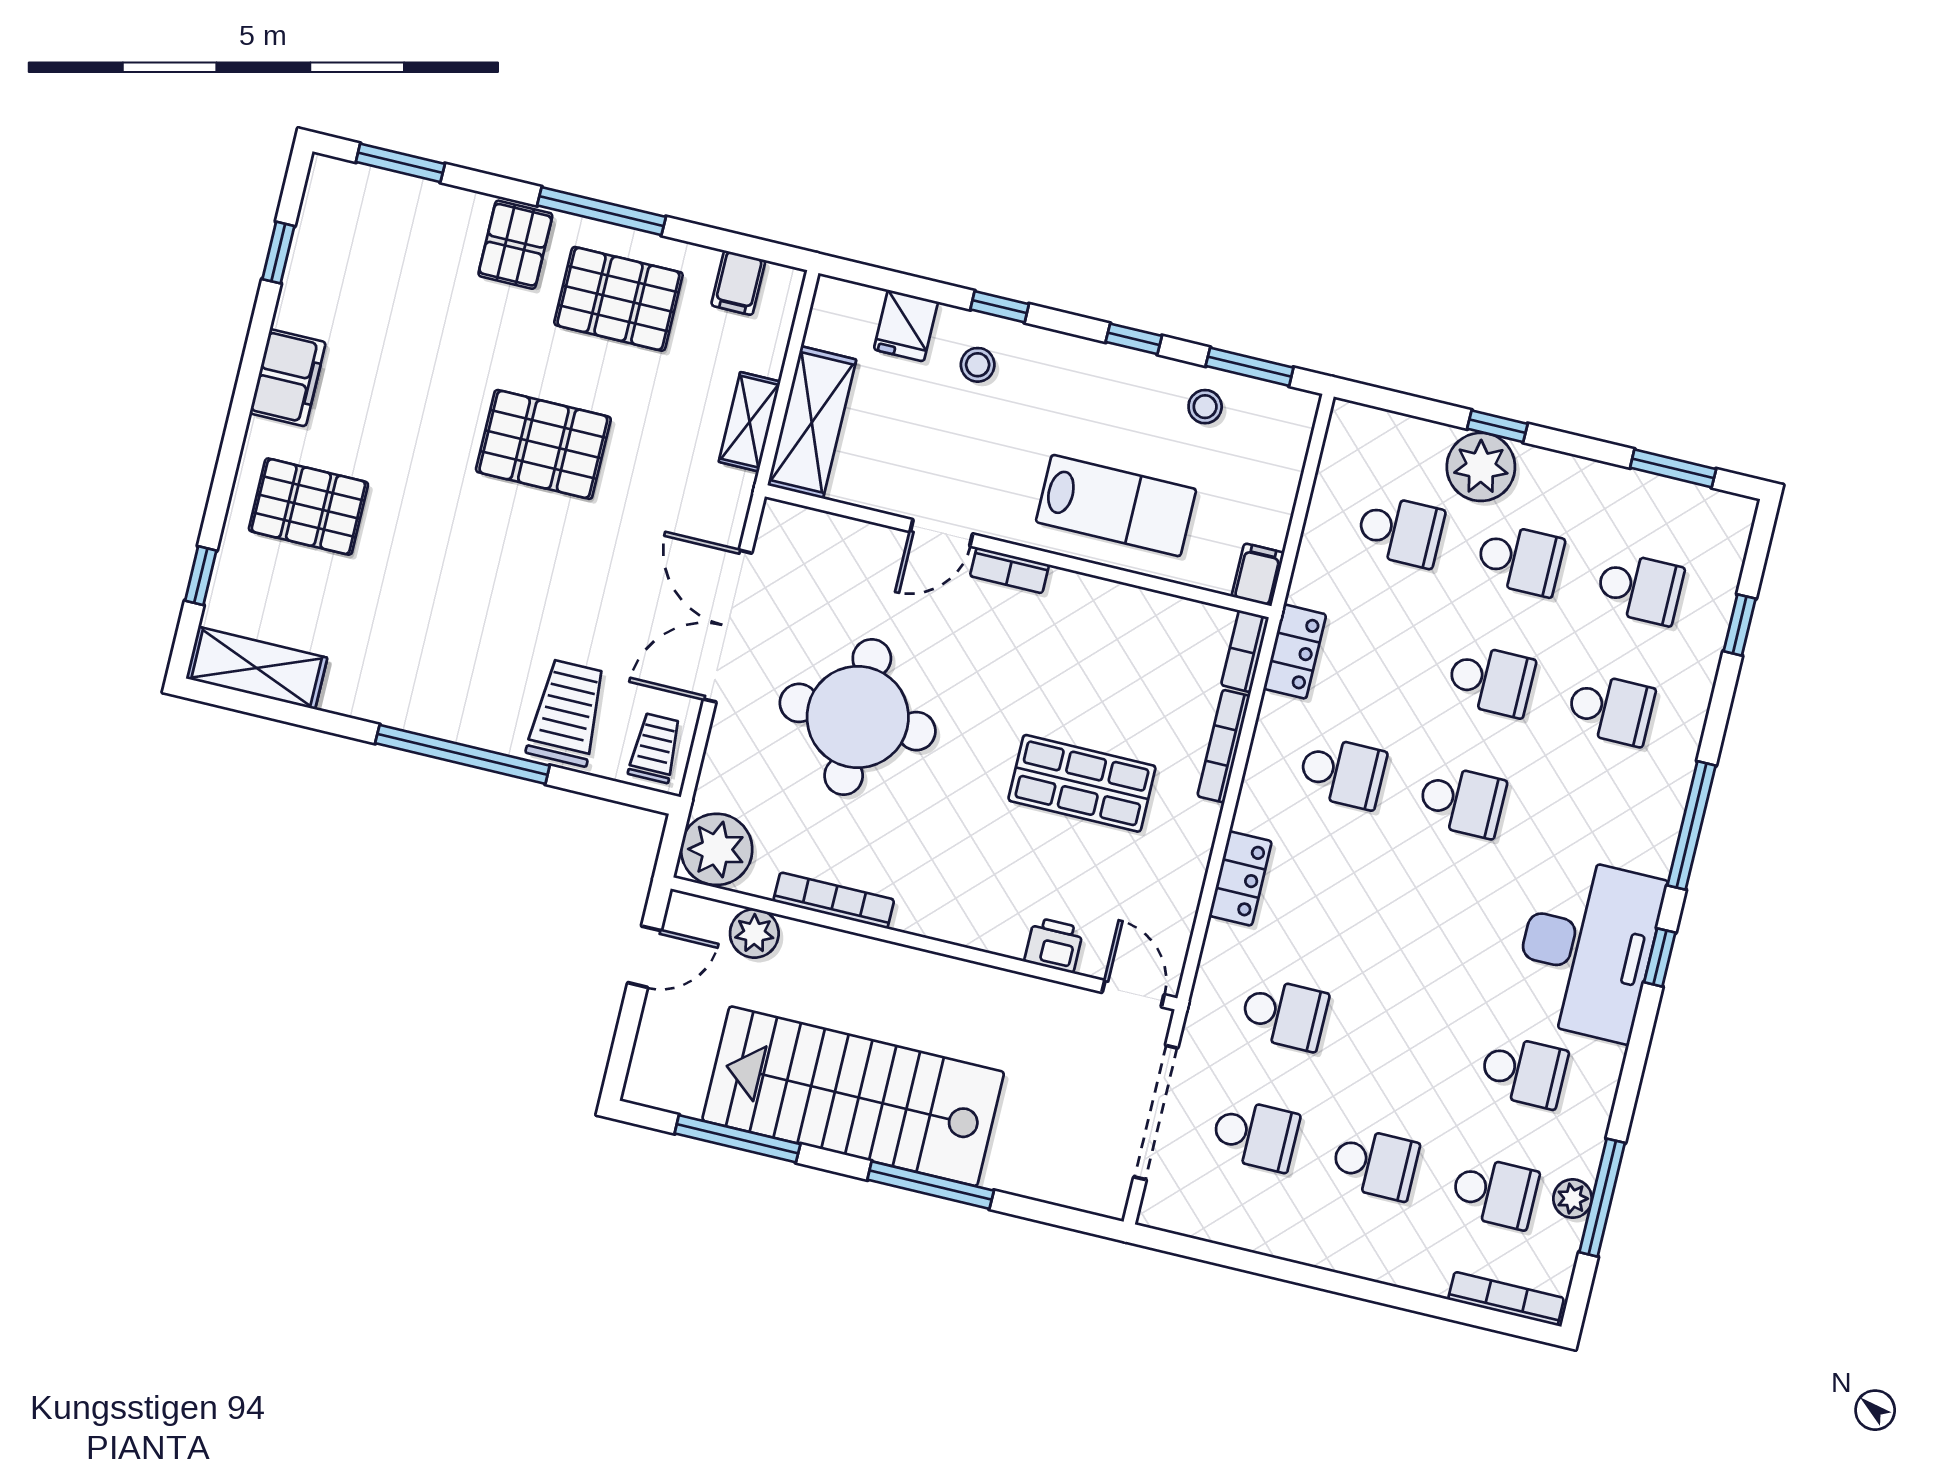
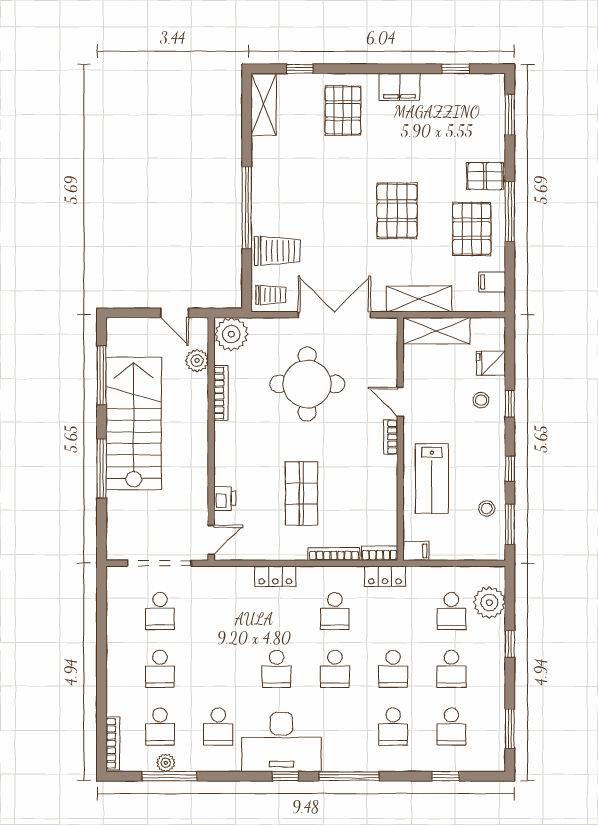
shelving: (750, 422) -> (419, 299), width x1.50, depth x1.33
plant: (1481, 467) -> (489, 603), moved
school desk: (1284, 1014) -> (277, 669), moved

